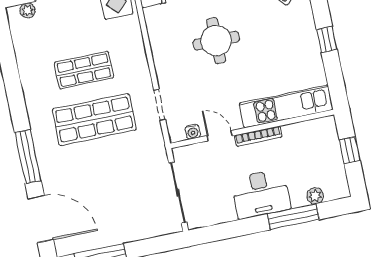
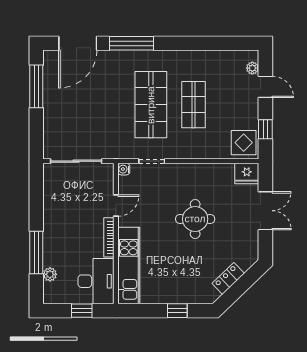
water cooler: (193, 132) -> (124, 169), moved
desk: (261, 194) -> (96, 281), moved, turned 180

